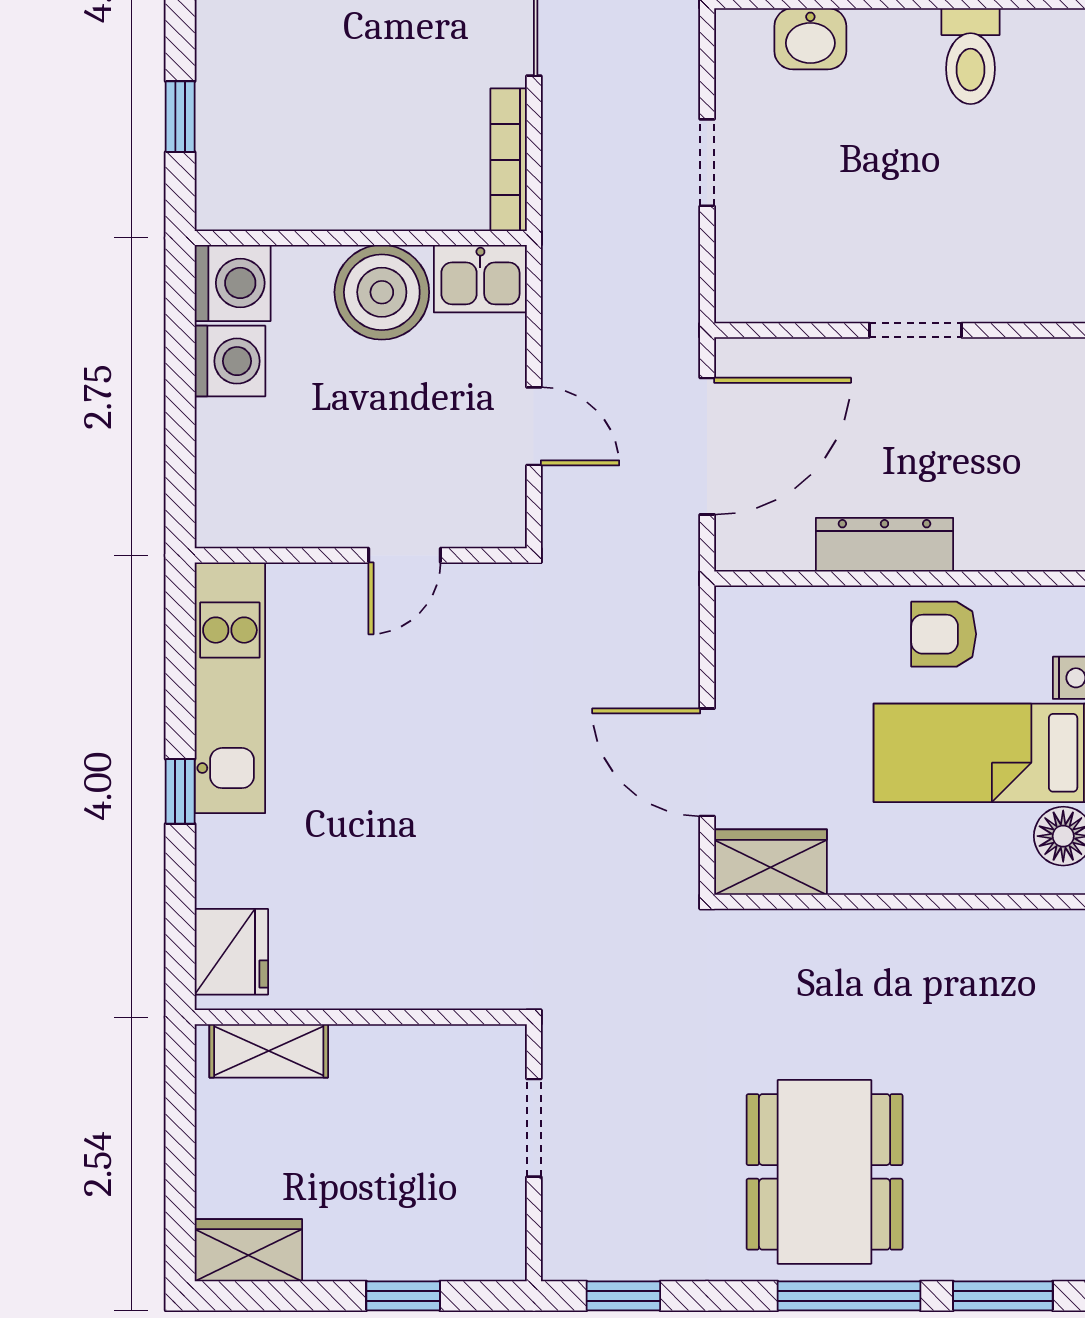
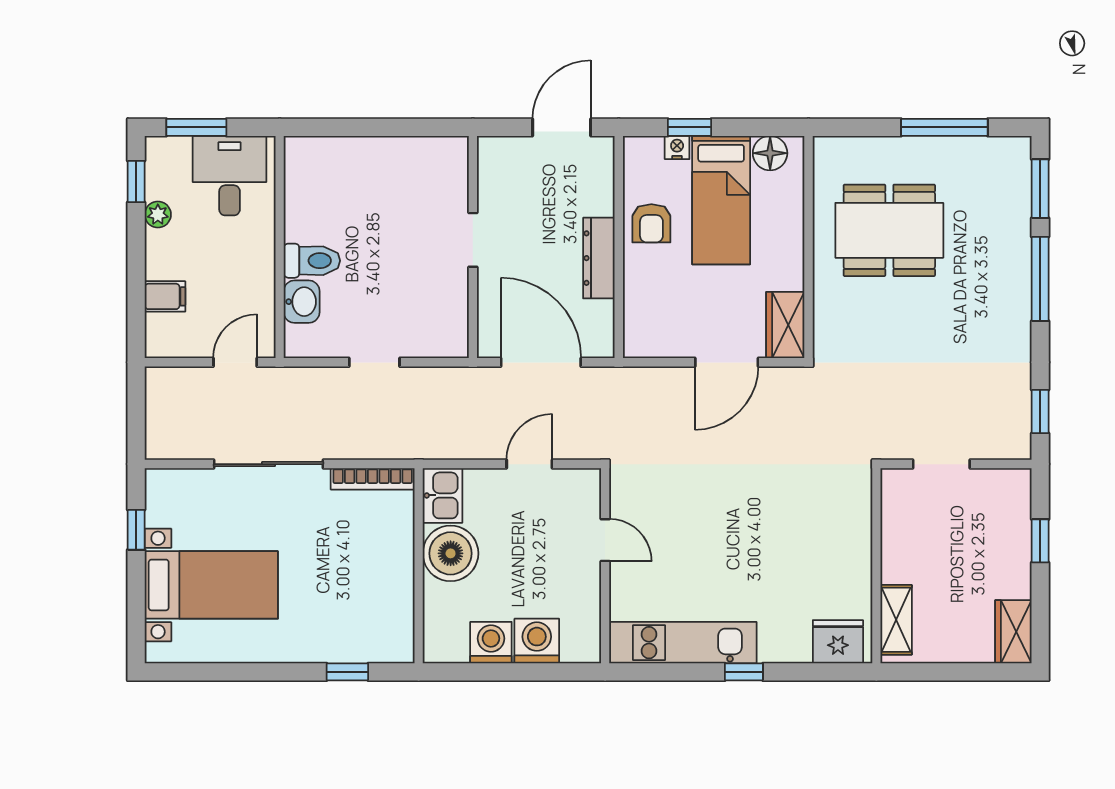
toilet: (971, 56) -> (312, 261), moved
washing machine: (233, 283) -> (537, 641), moved
dining table: (825, 1172) -> (889, 230), moved

